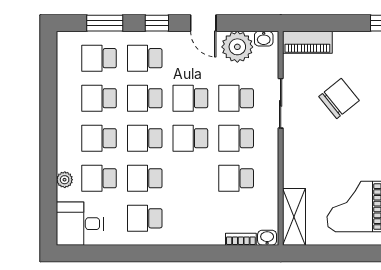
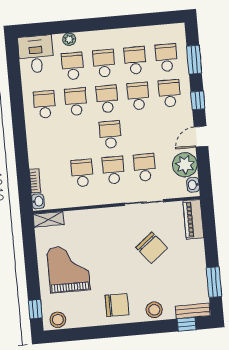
school desk: (190, 98) -> (141, 132), removed
shelving: (294, 217) -> (49, 219), width x0.67, depth x0.75

